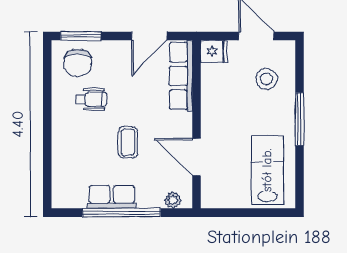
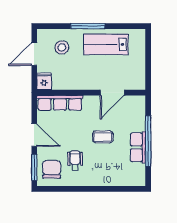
door: (149, 36) -> (34, 135), moved
chair: (78, 63) -> (52, 169), turned -90
lab bench: (267, 170) -> (106, 44), moved
plant: (173, 200) -> (140, 108), removed

